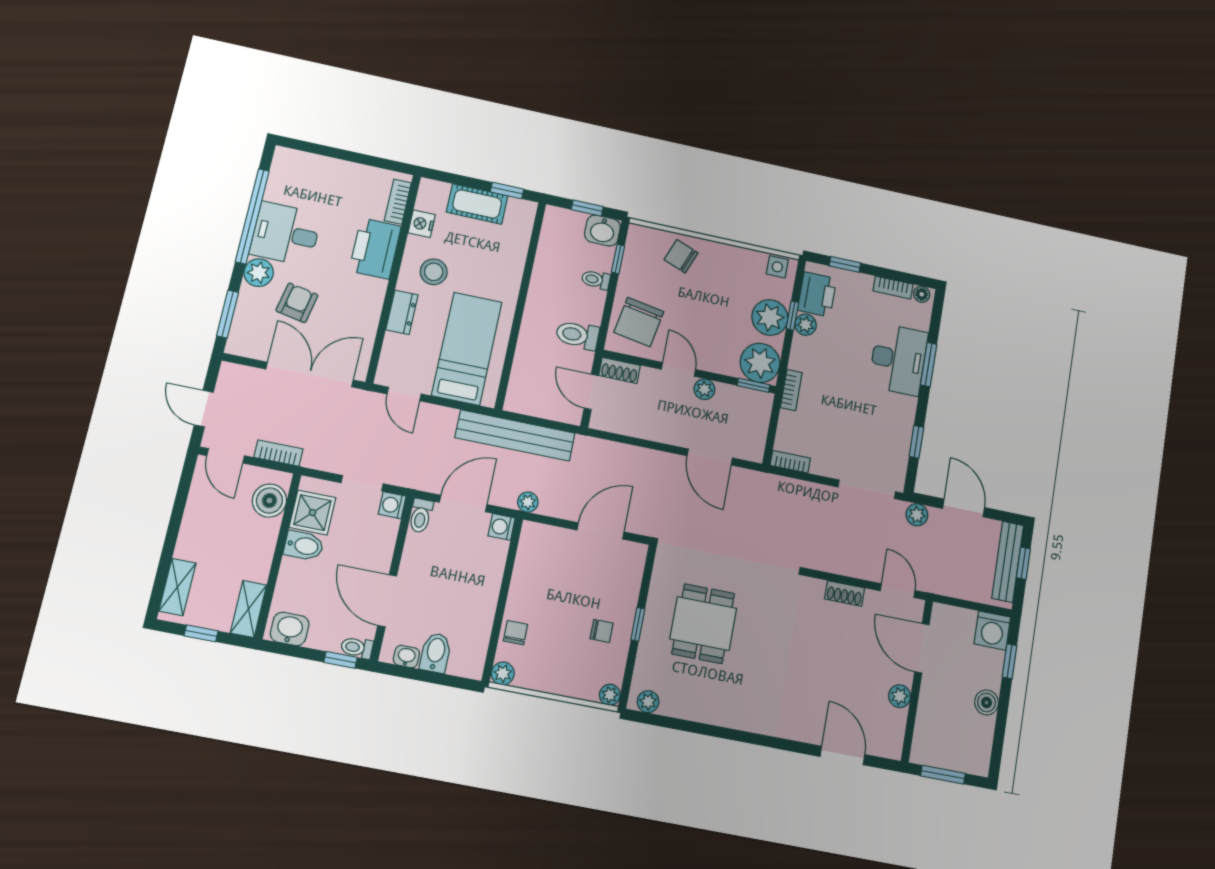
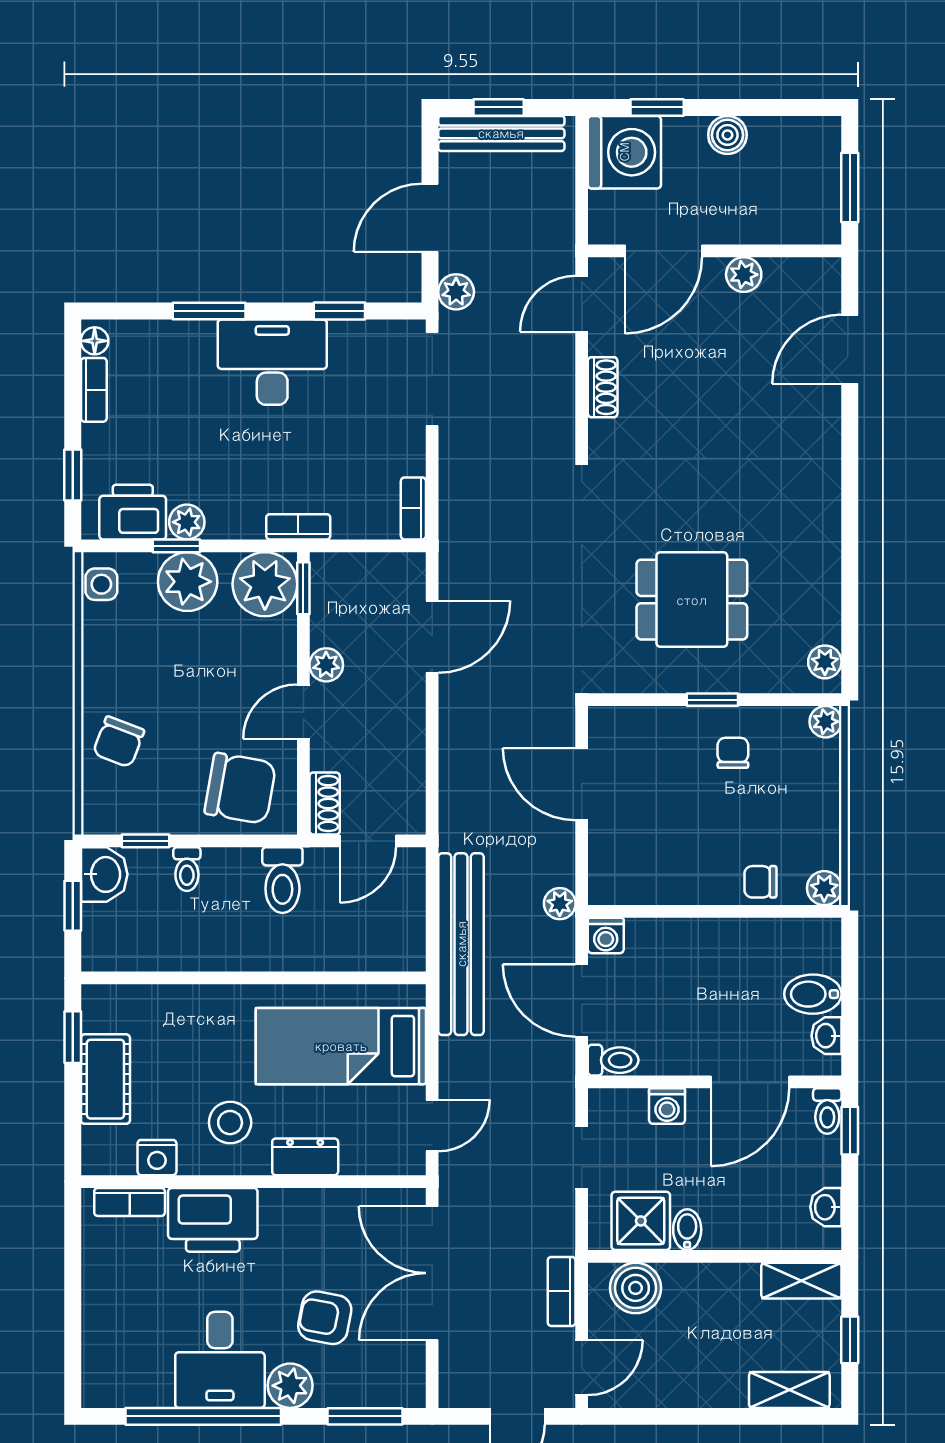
desk: (898, 359) -> (272, 362), moved
washing machine: (392, 505) -> (667, 1106), moved
bidet: (304, 546) -> (687, 1230), width x0.72, depth x0.74
washbasin: (290, 629) -> (826, 1207), width x0.72, depth x0.69
washing machine: (992, 631) -> (624, 152), width x1.37, depth x1.37

